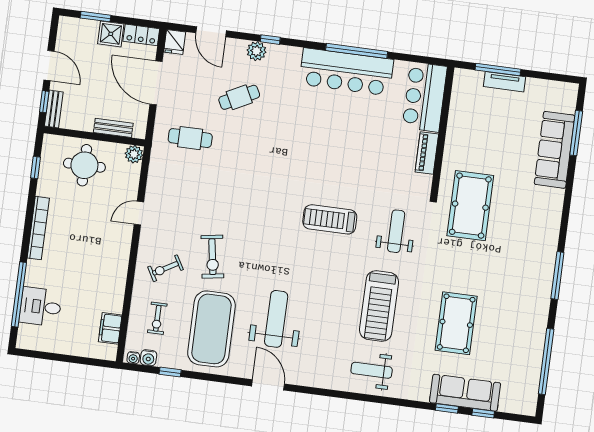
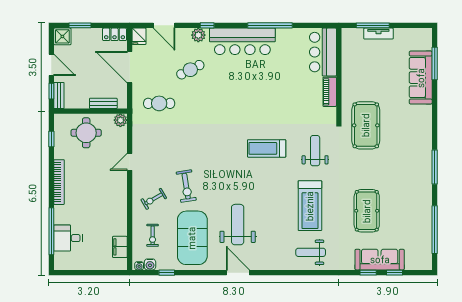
shower: (111, 34) -> (62, 36), moved
bar counter: (346, 72) -> (242, 41), moved

